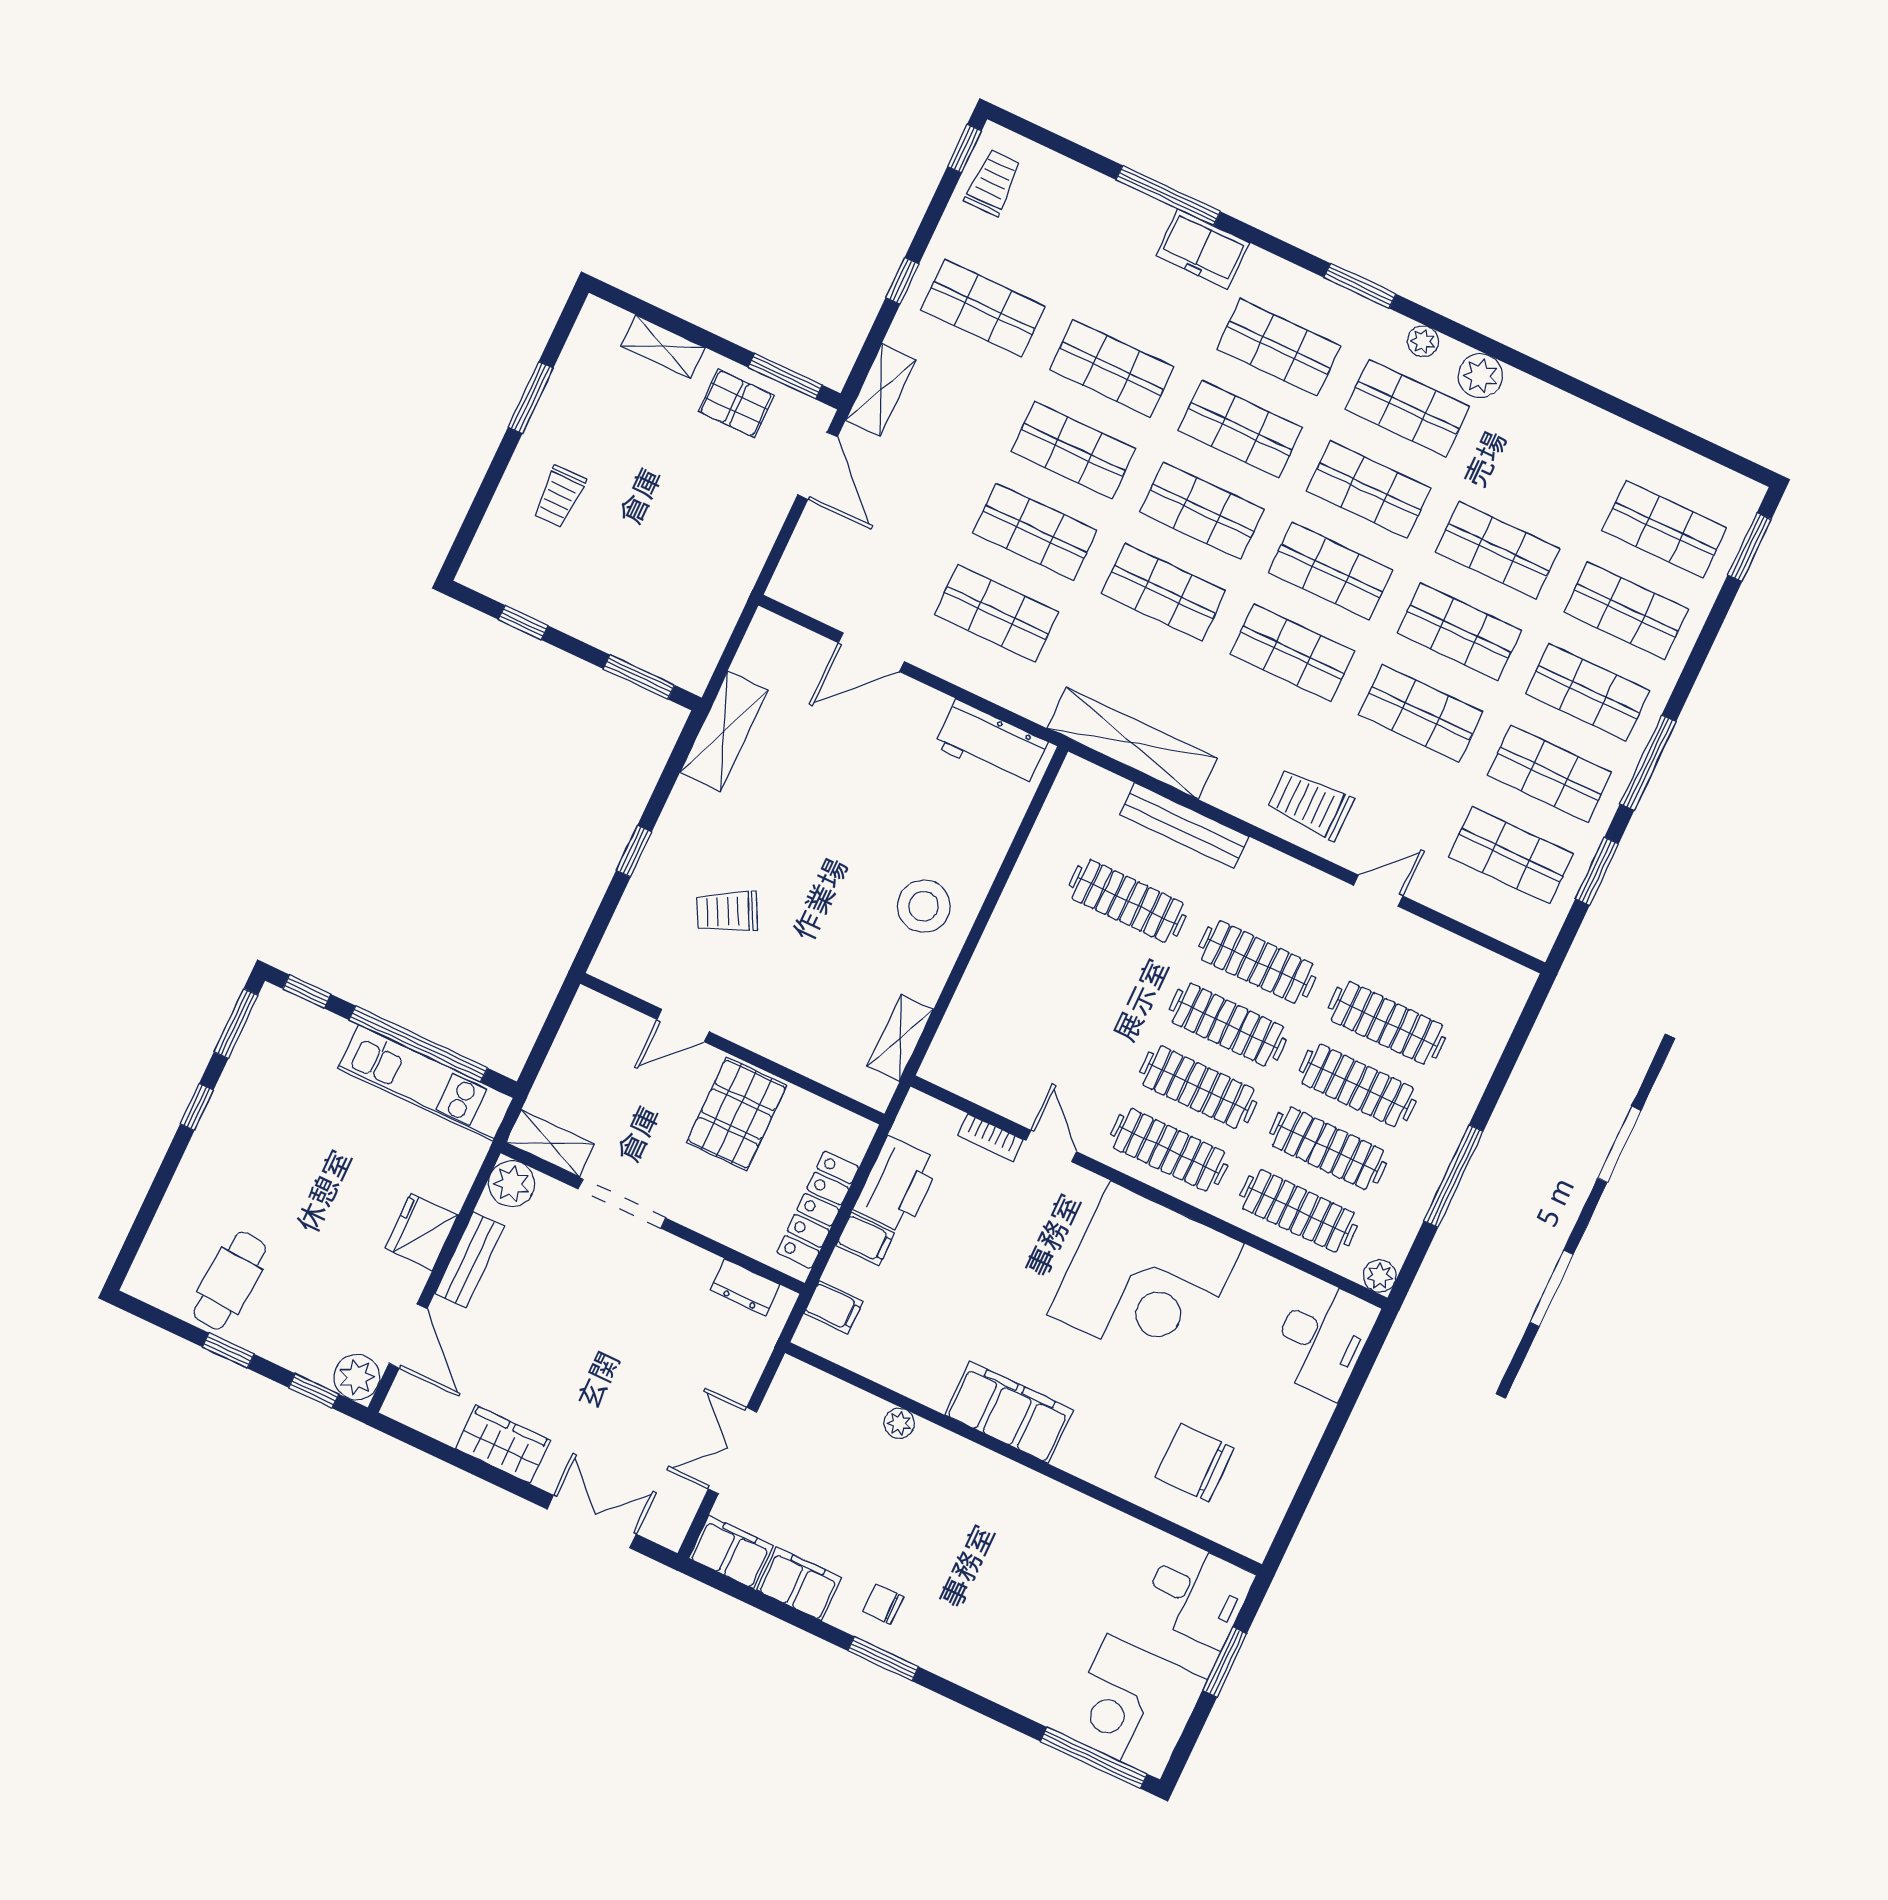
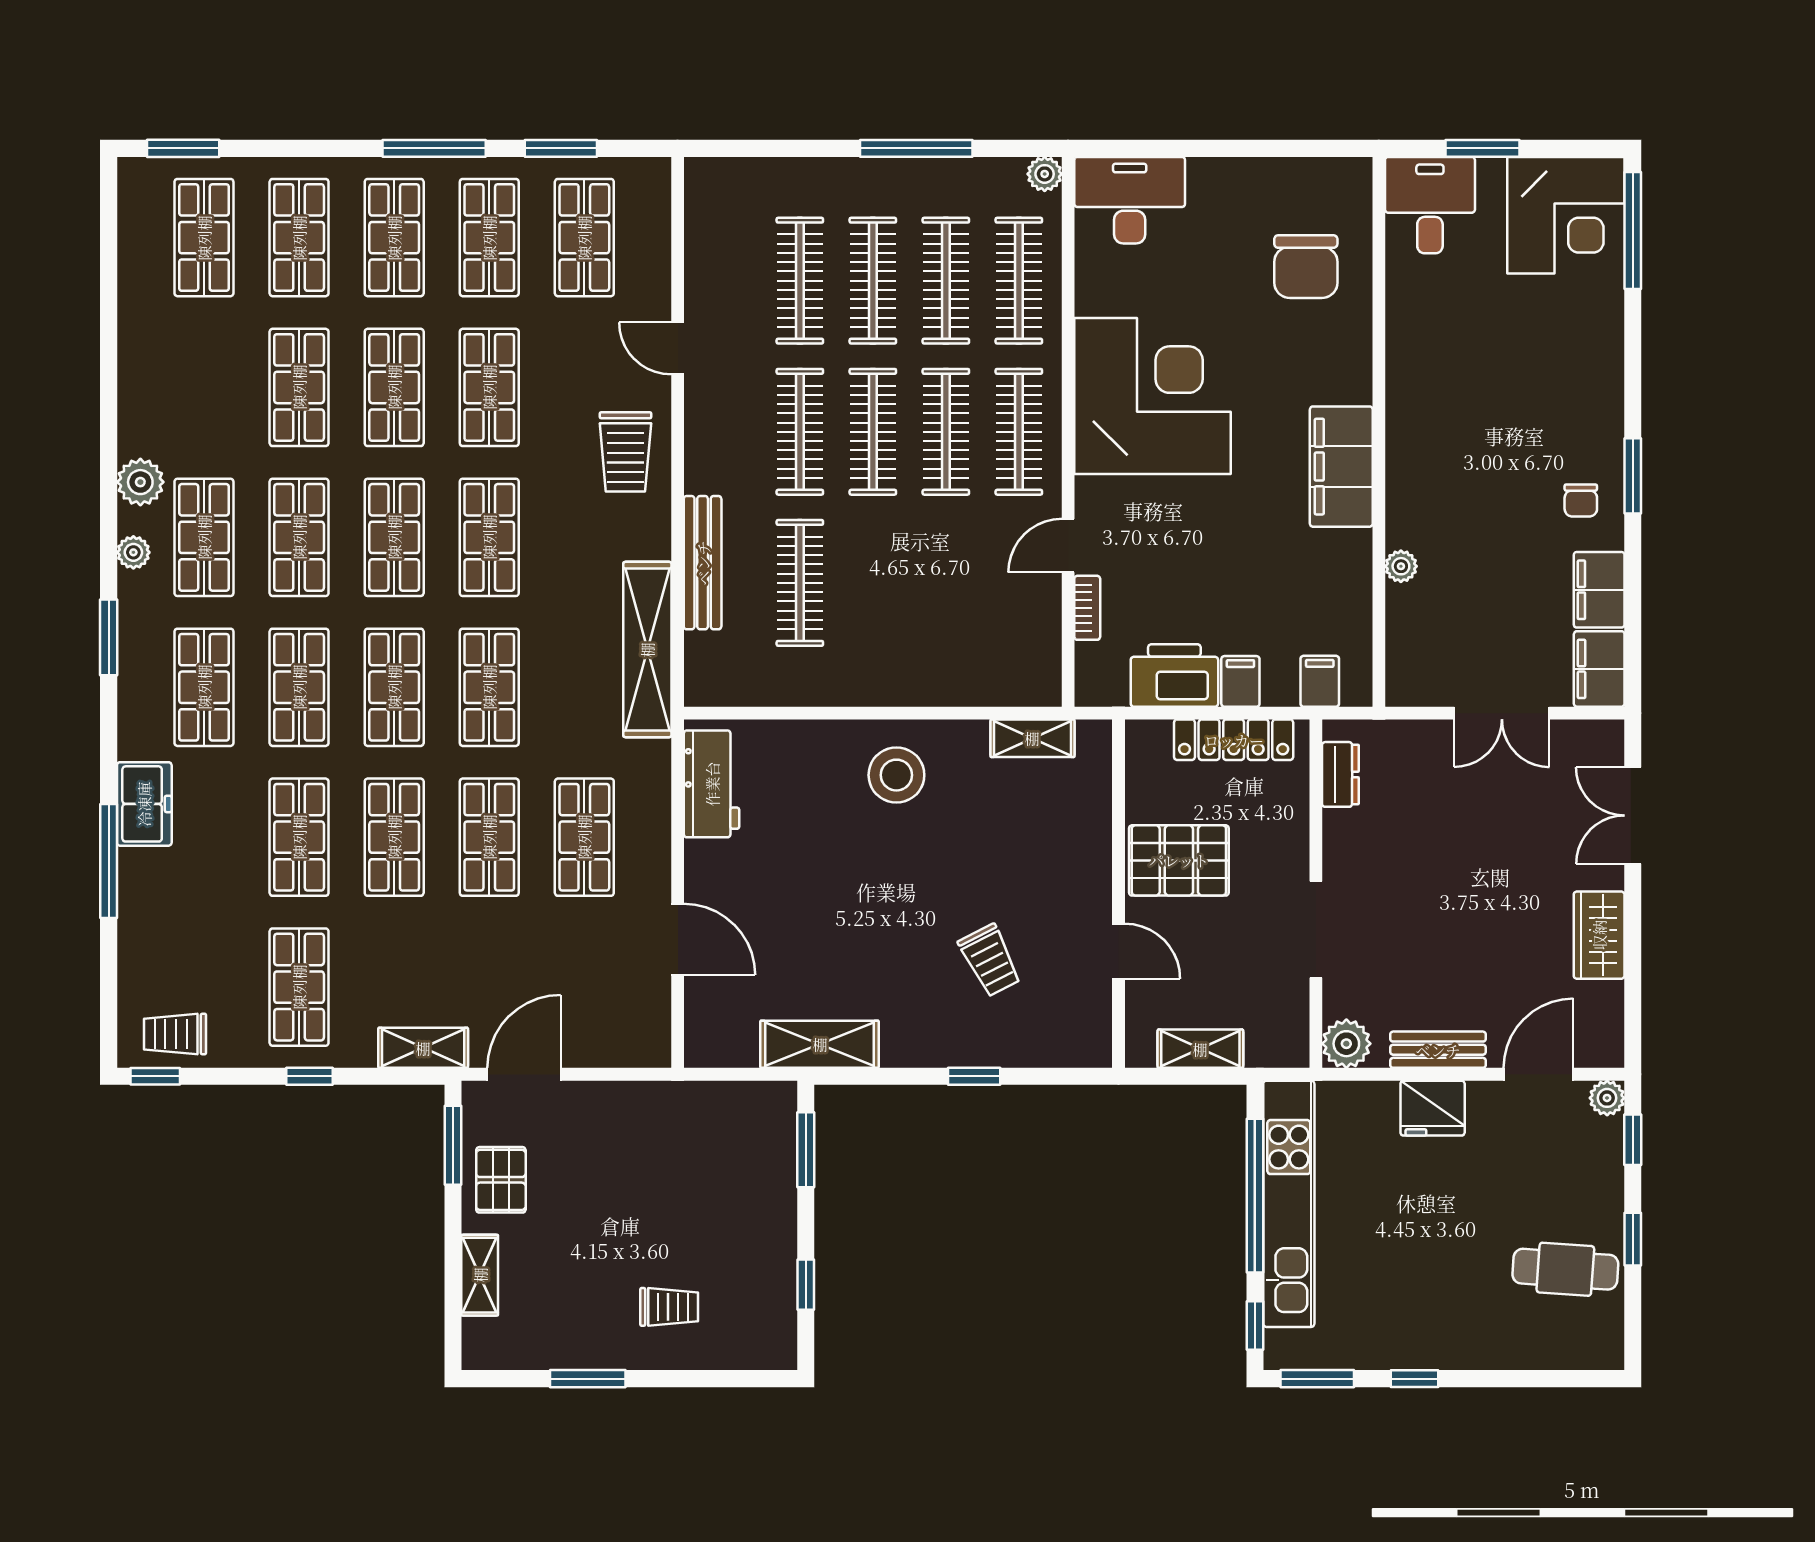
kitchen unit: (426, 1083) -> (1289, 1204), width x1.36
shelving: (550, 1143) -> (1200, 1049), moved, turned 90
plant: (357, 1377) -> (1607, 1098), width x0.73, depth x0.73

